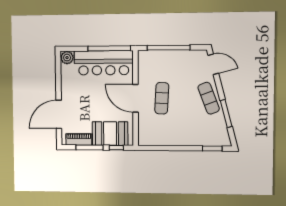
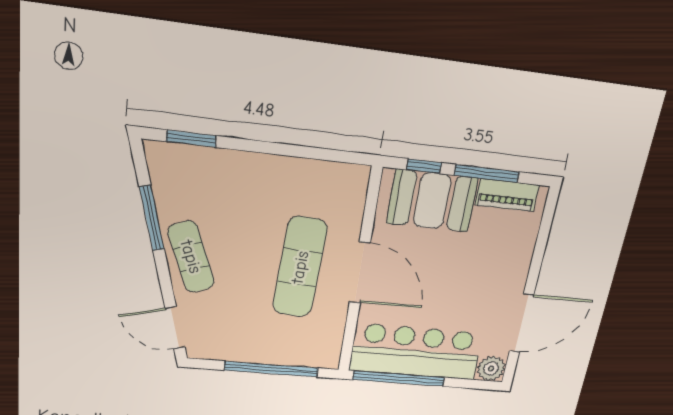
exercise mat: (162, 98) -> (300, 267), width x1.36, depth x1.45
door: (59, 114) -> (521, 323), moved

